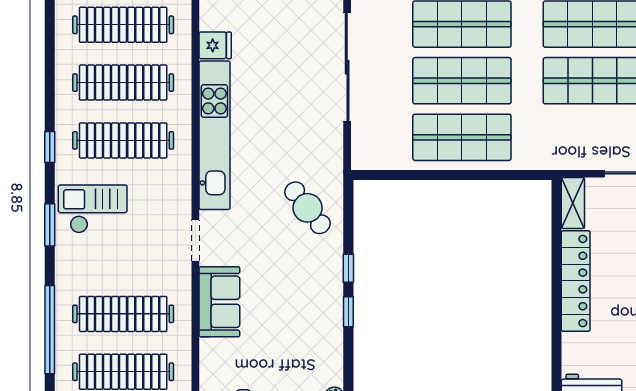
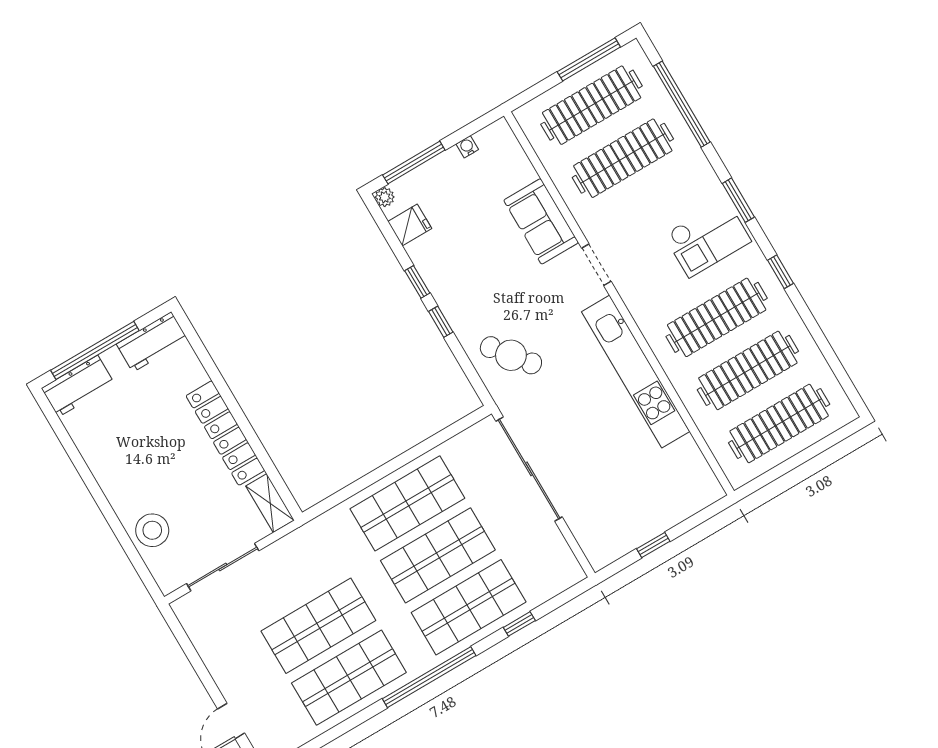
fridge: (215, 45) -> (410, 225), moved, turned 180
sliding door: (347, 67) -> (529, 469), moved

